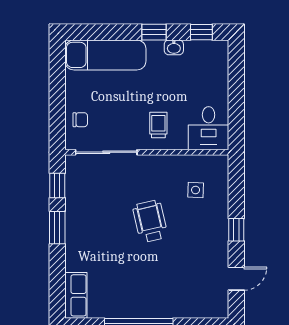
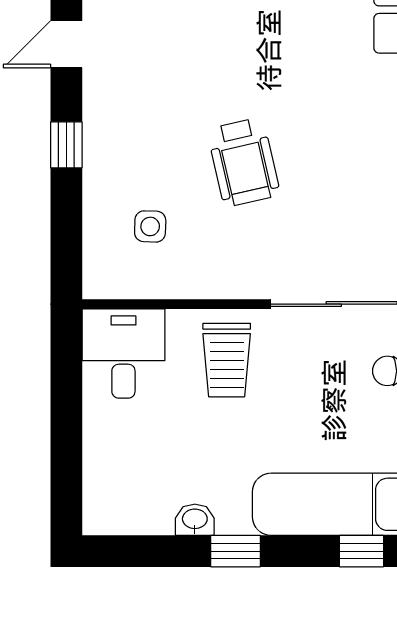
window: (201, 32) -> (361, 551), moved
trolley: (158, 125) -> (227, 360), width x1.36, depth x1.39

